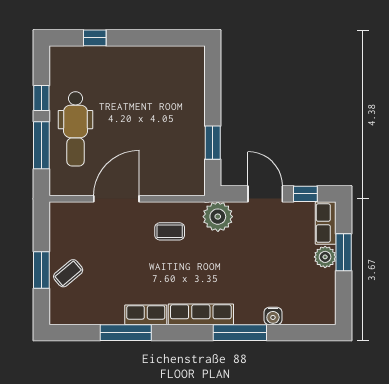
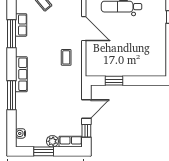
plant: (218, 217) -> (74, 83), removed
window: (344, 252) -> (44, 151), moved
row of seats: (146, 315) -> (21, 25), moved
water cooler: (273, 316) -> (20, 133), moved

